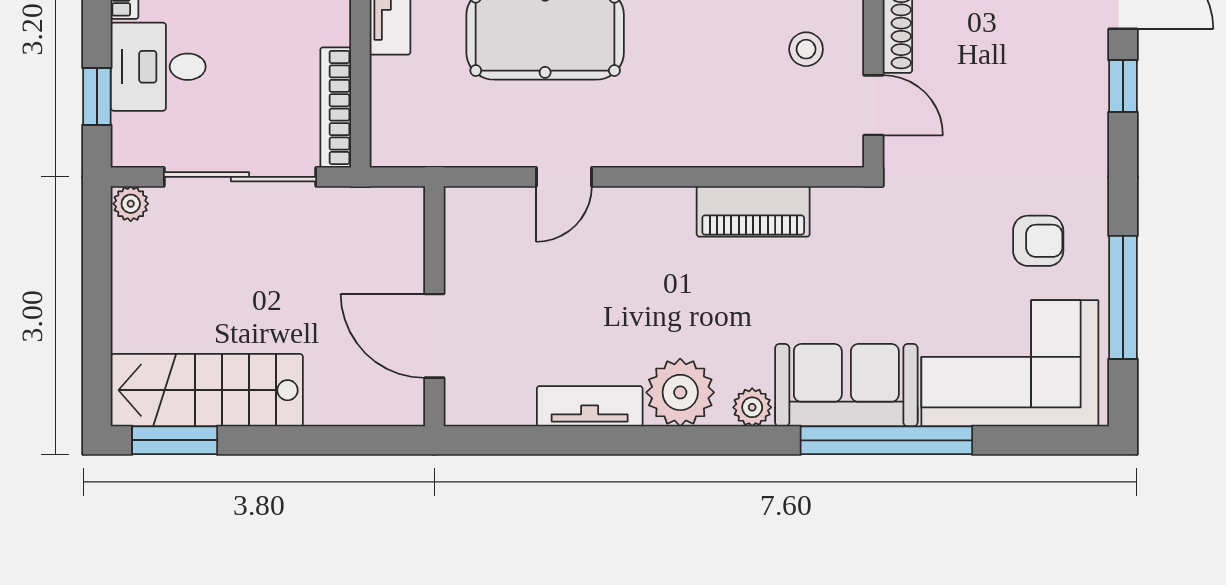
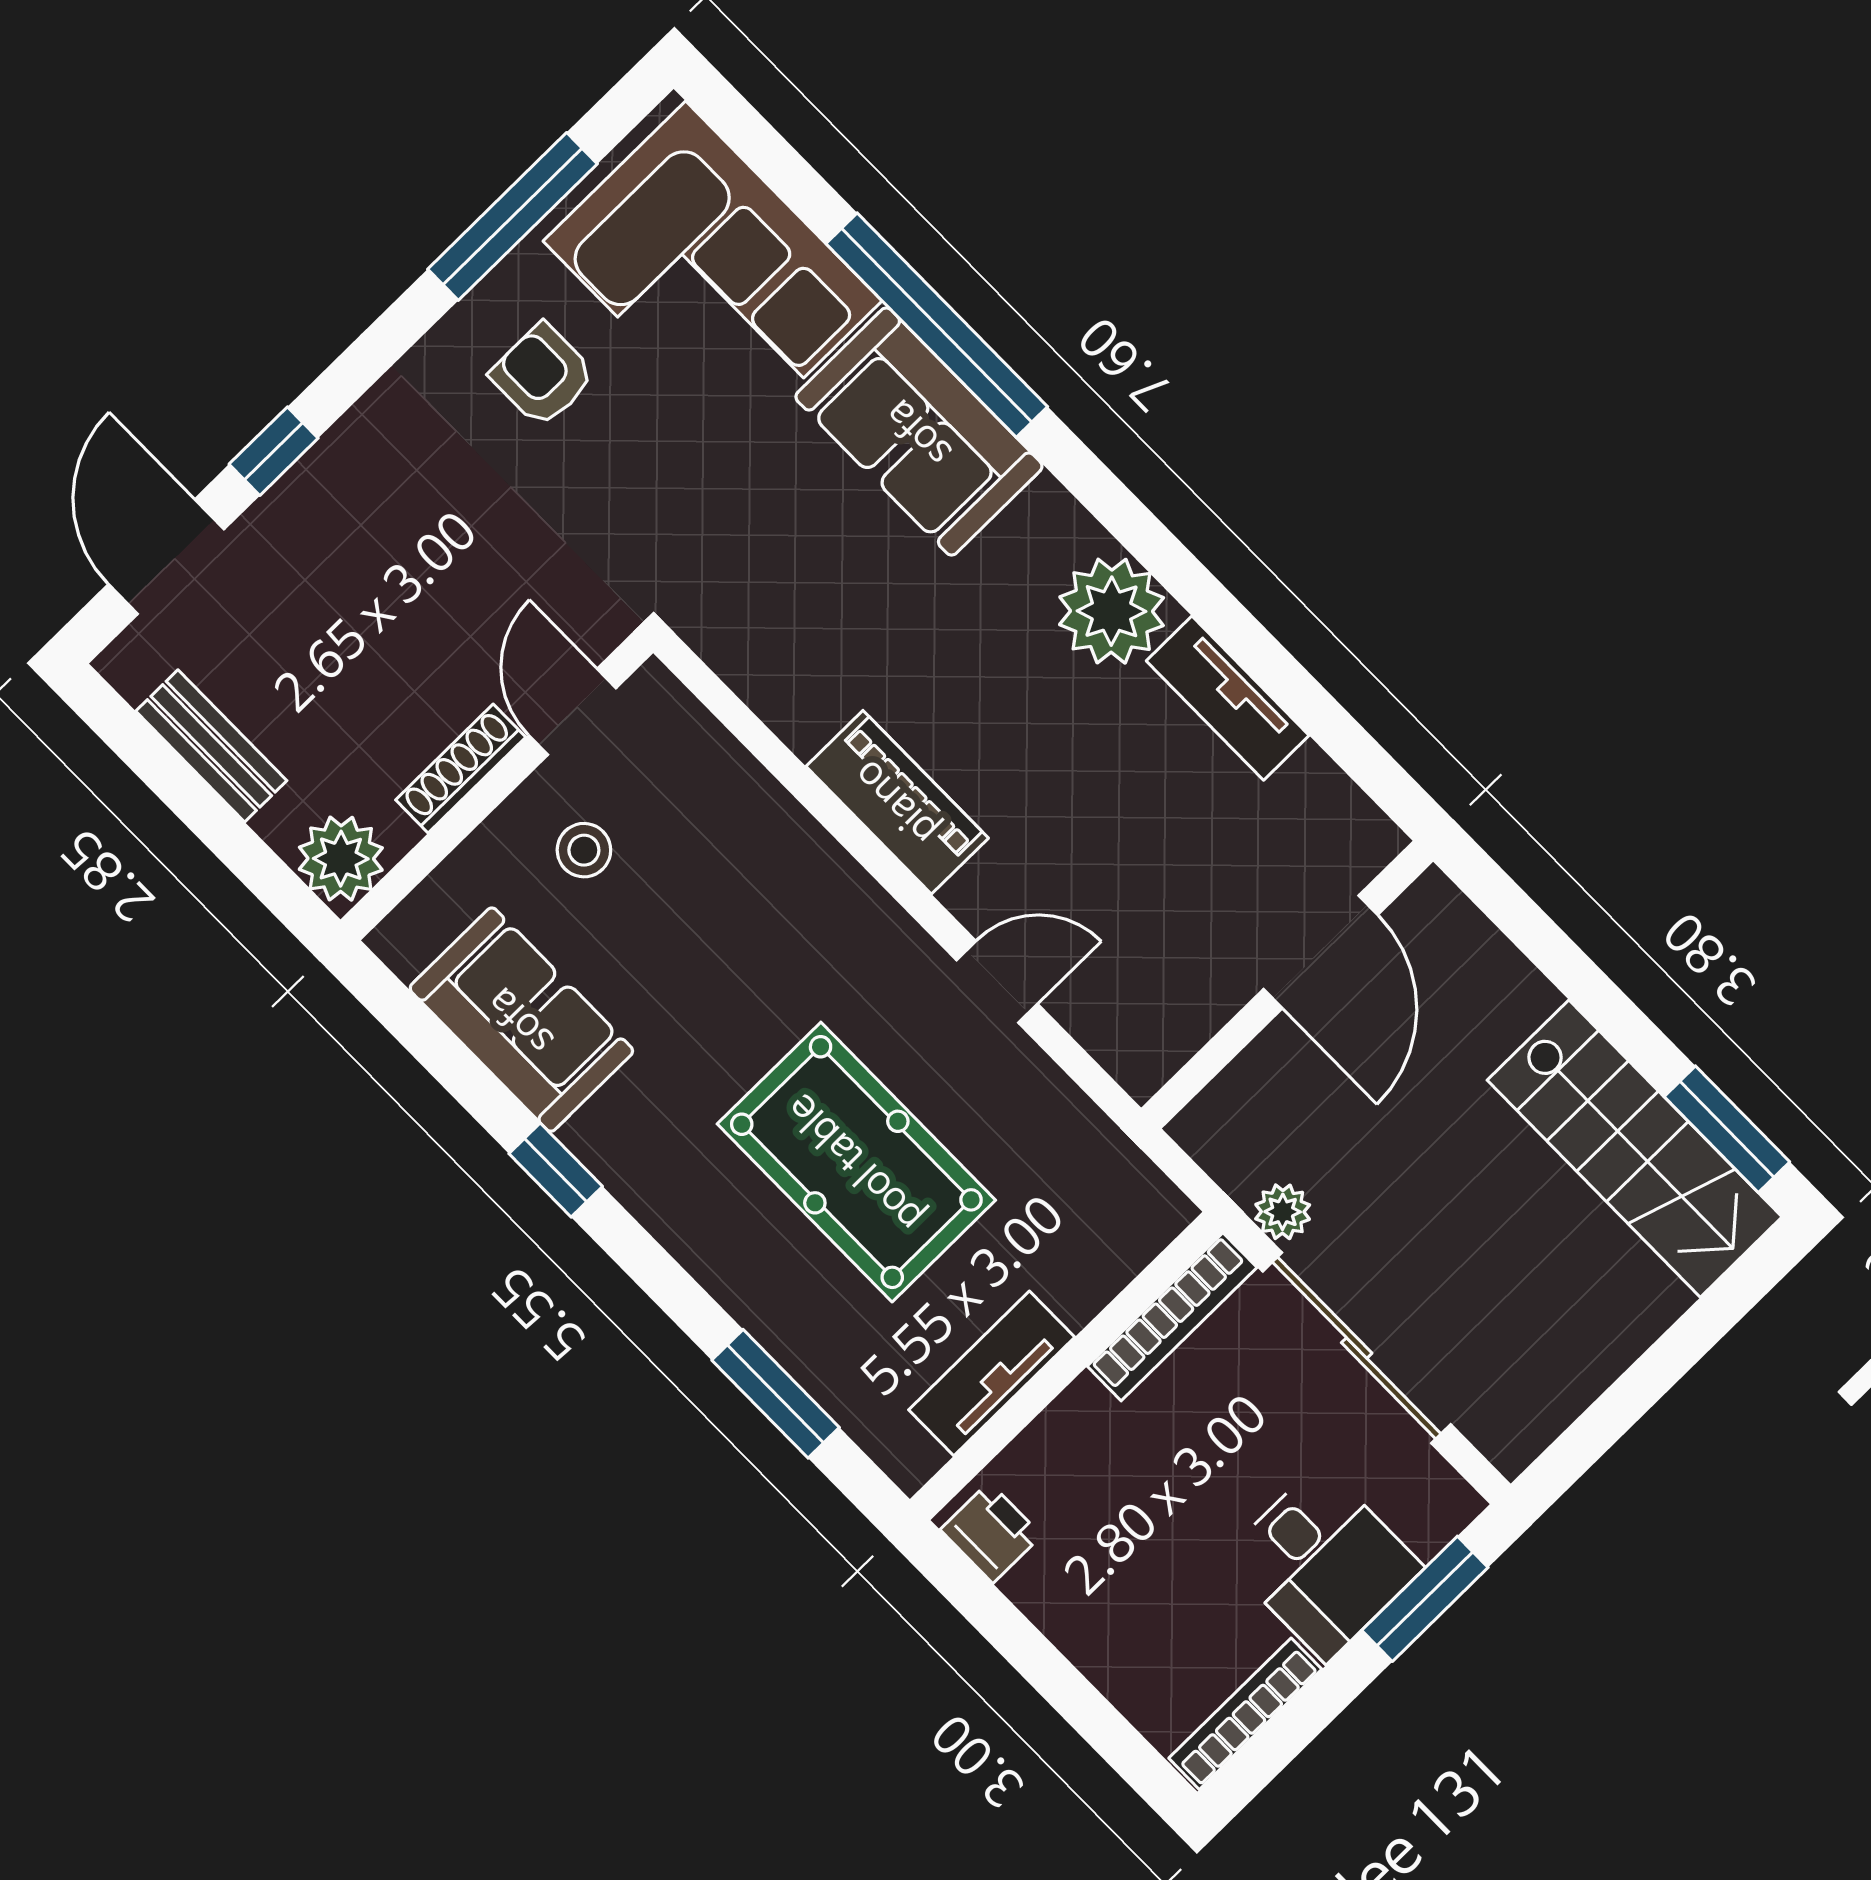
window: (97, 97) -> (1425, 1599), width x1.50
plant: (131, 204) -> (1283, 1212), moved
piano: (753, 211) -> (897, 802), moved
plant: (752, 407) -> (1048, 513), removed

